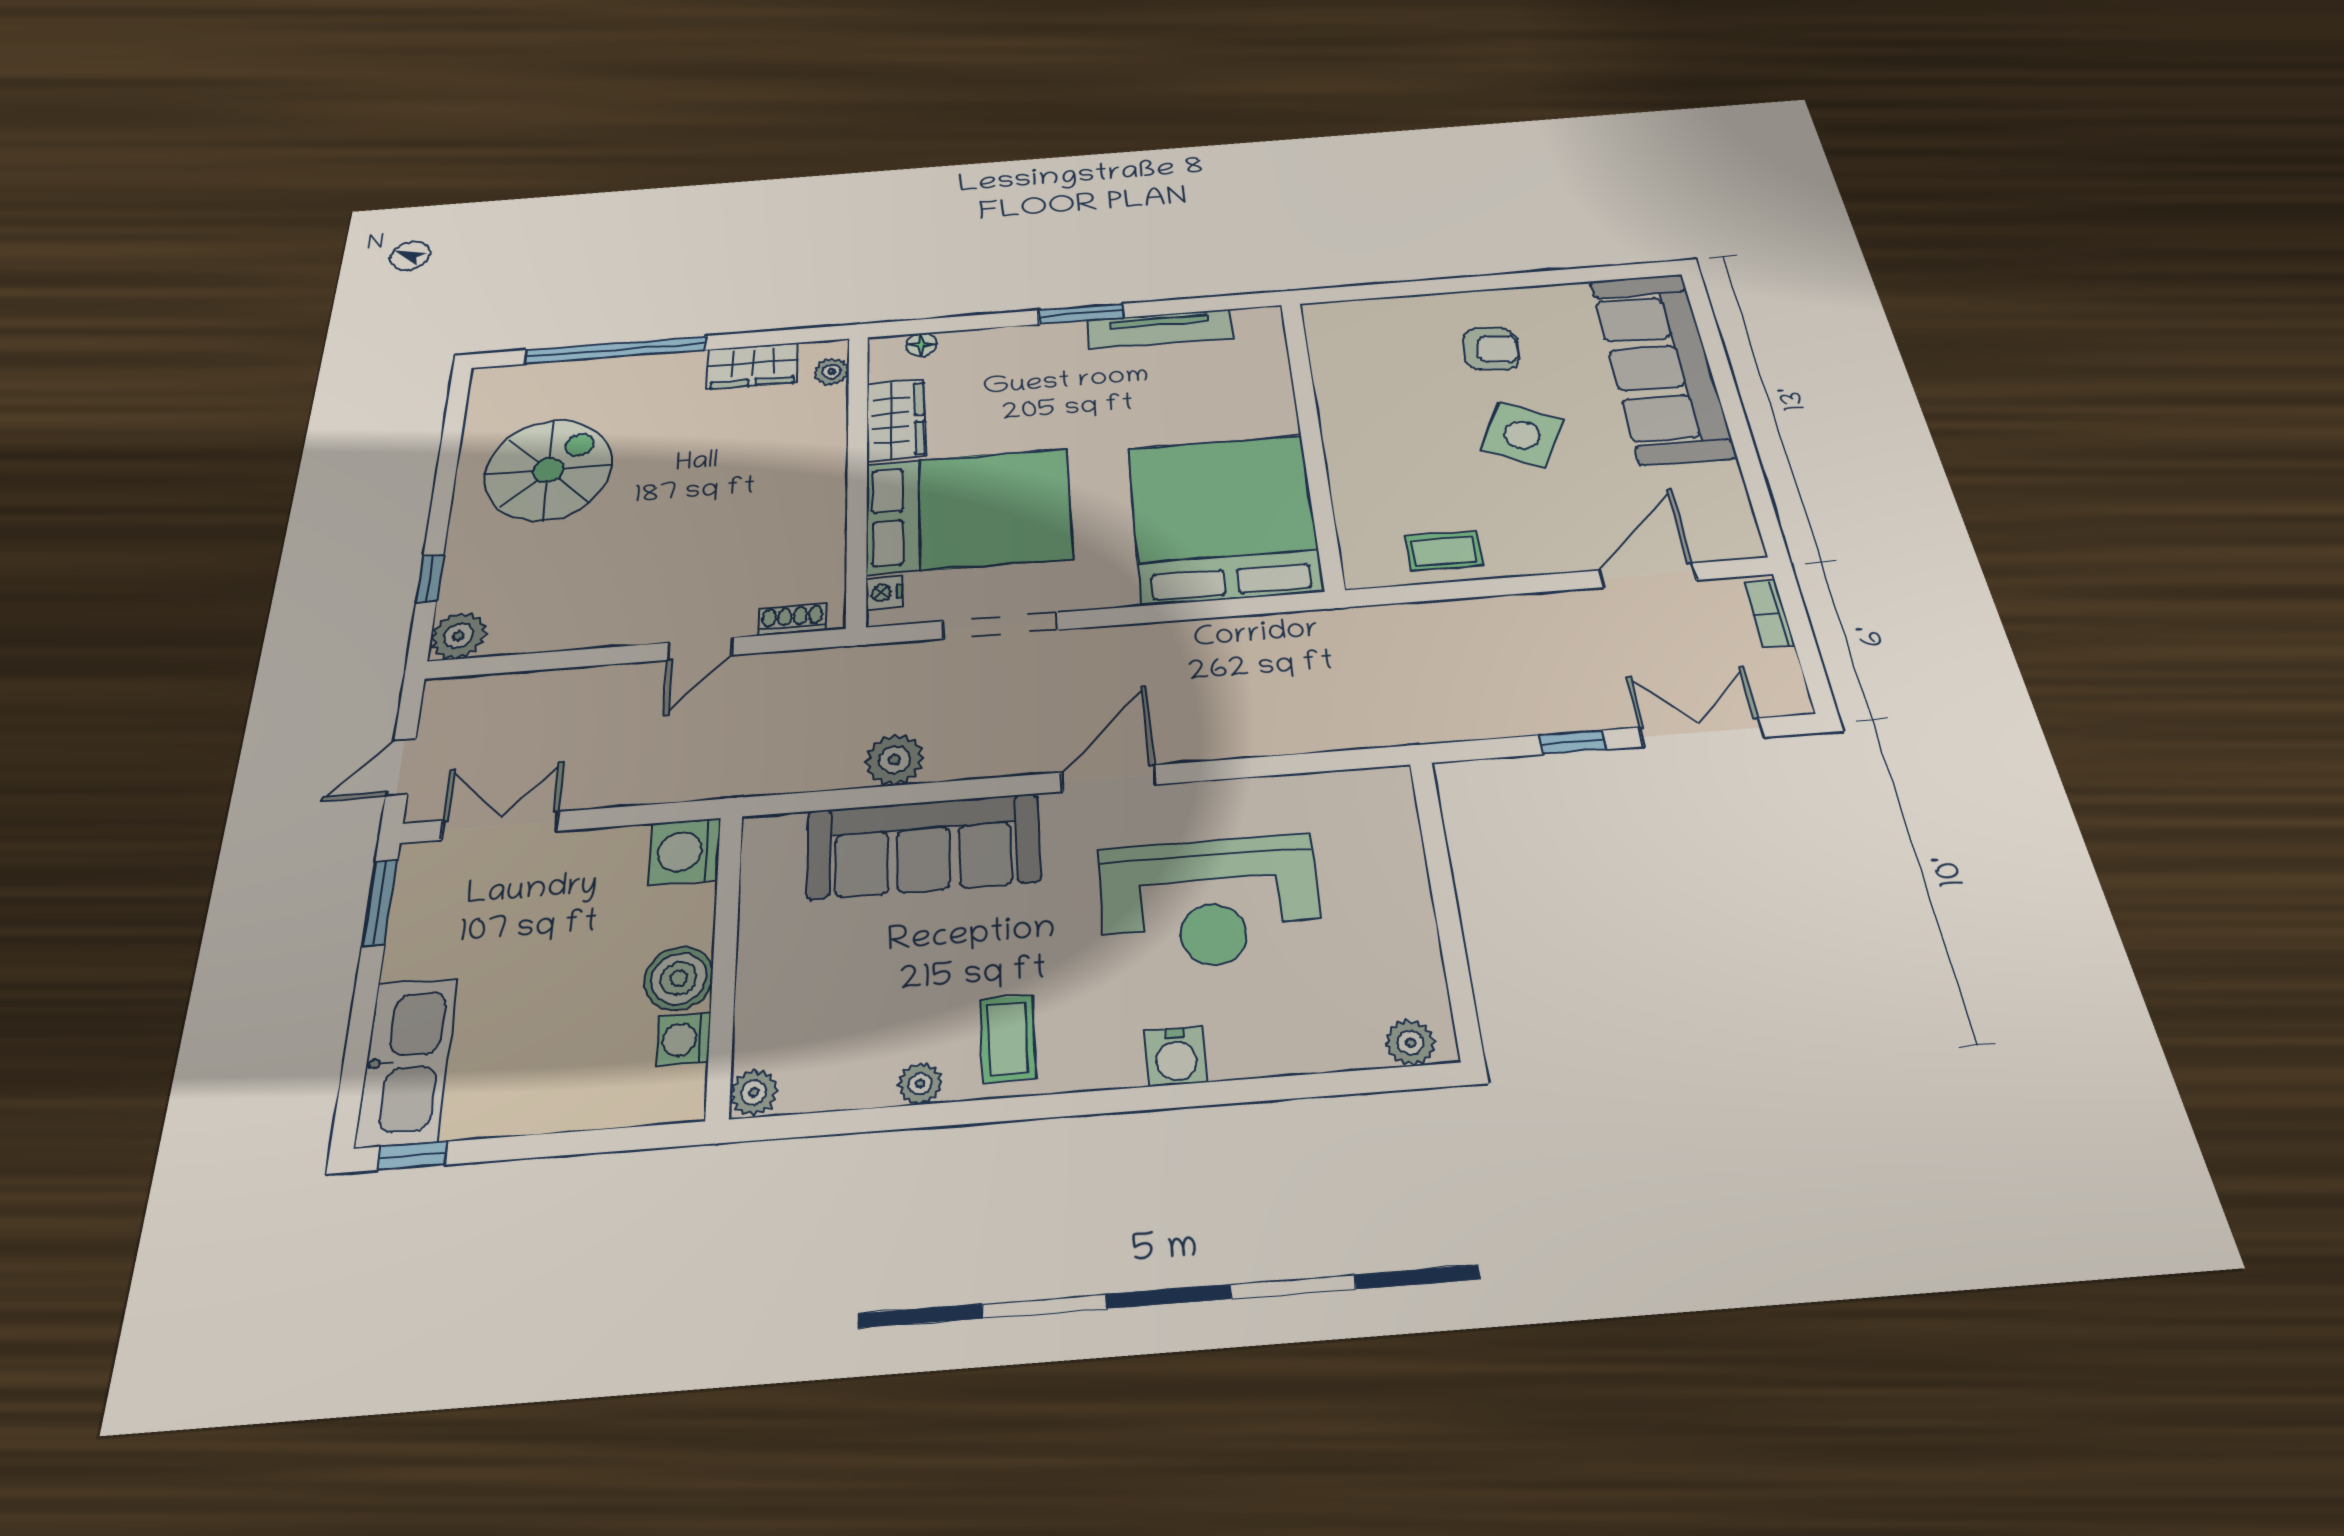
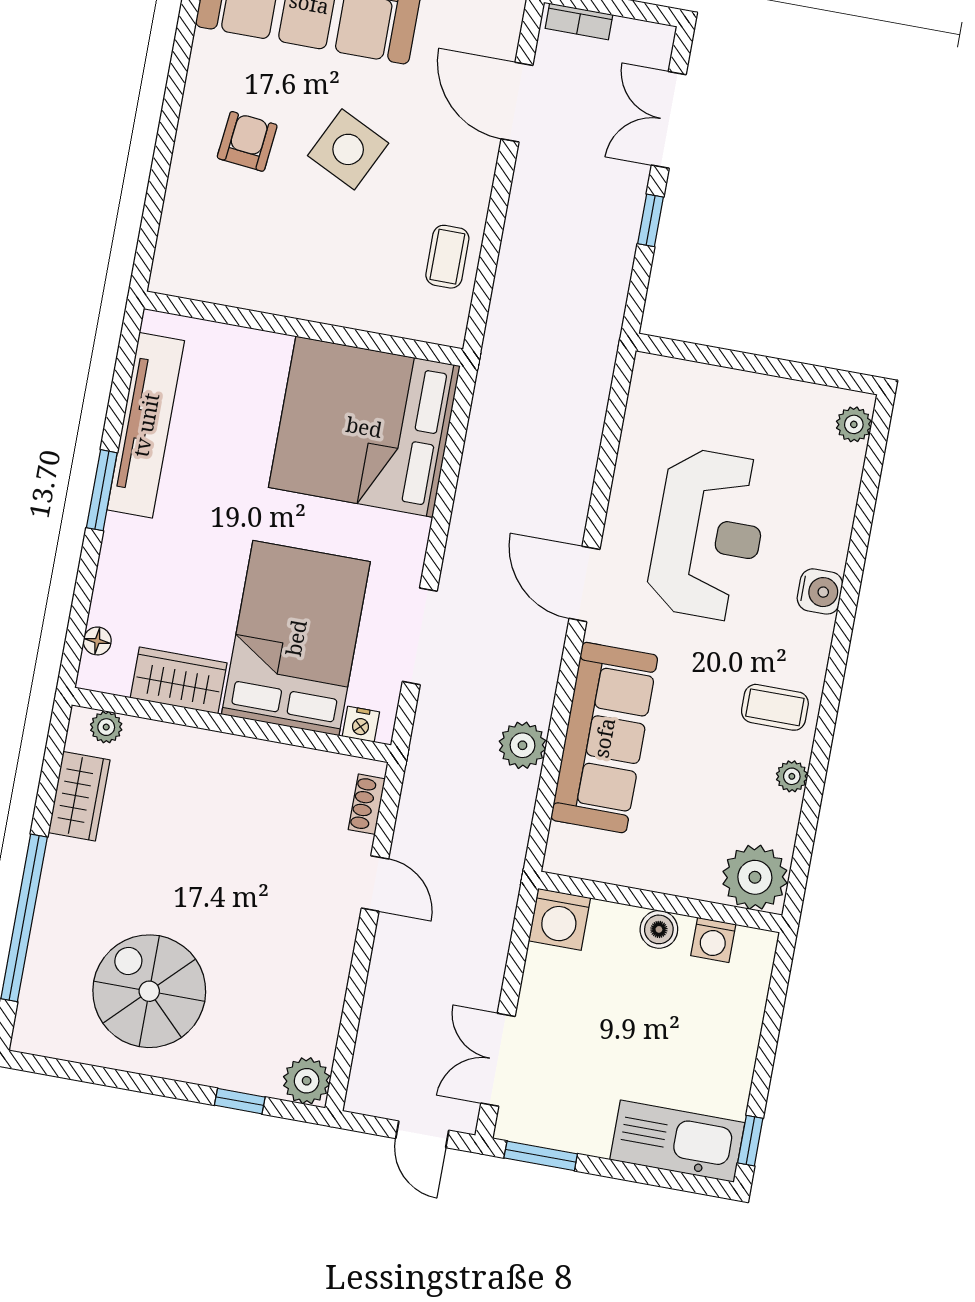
tv unit: (1160, 329) -> (146, 425), width x1.36, depth x1.29
boiler: (679, 978) -> (659, 929), width x0.73, depth x0.73
plant: (754, 1092) -> (755, 877), width x1.88, depth x1.88

